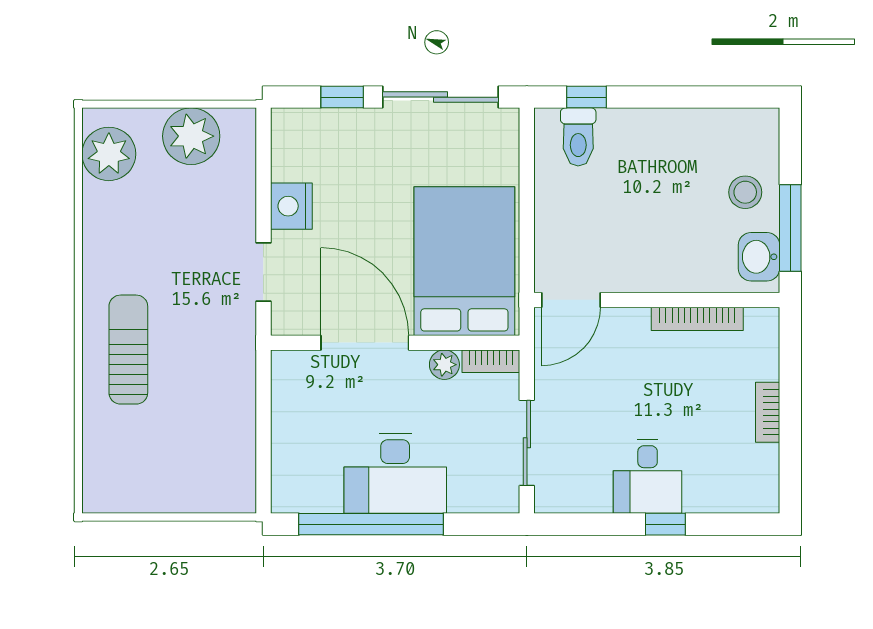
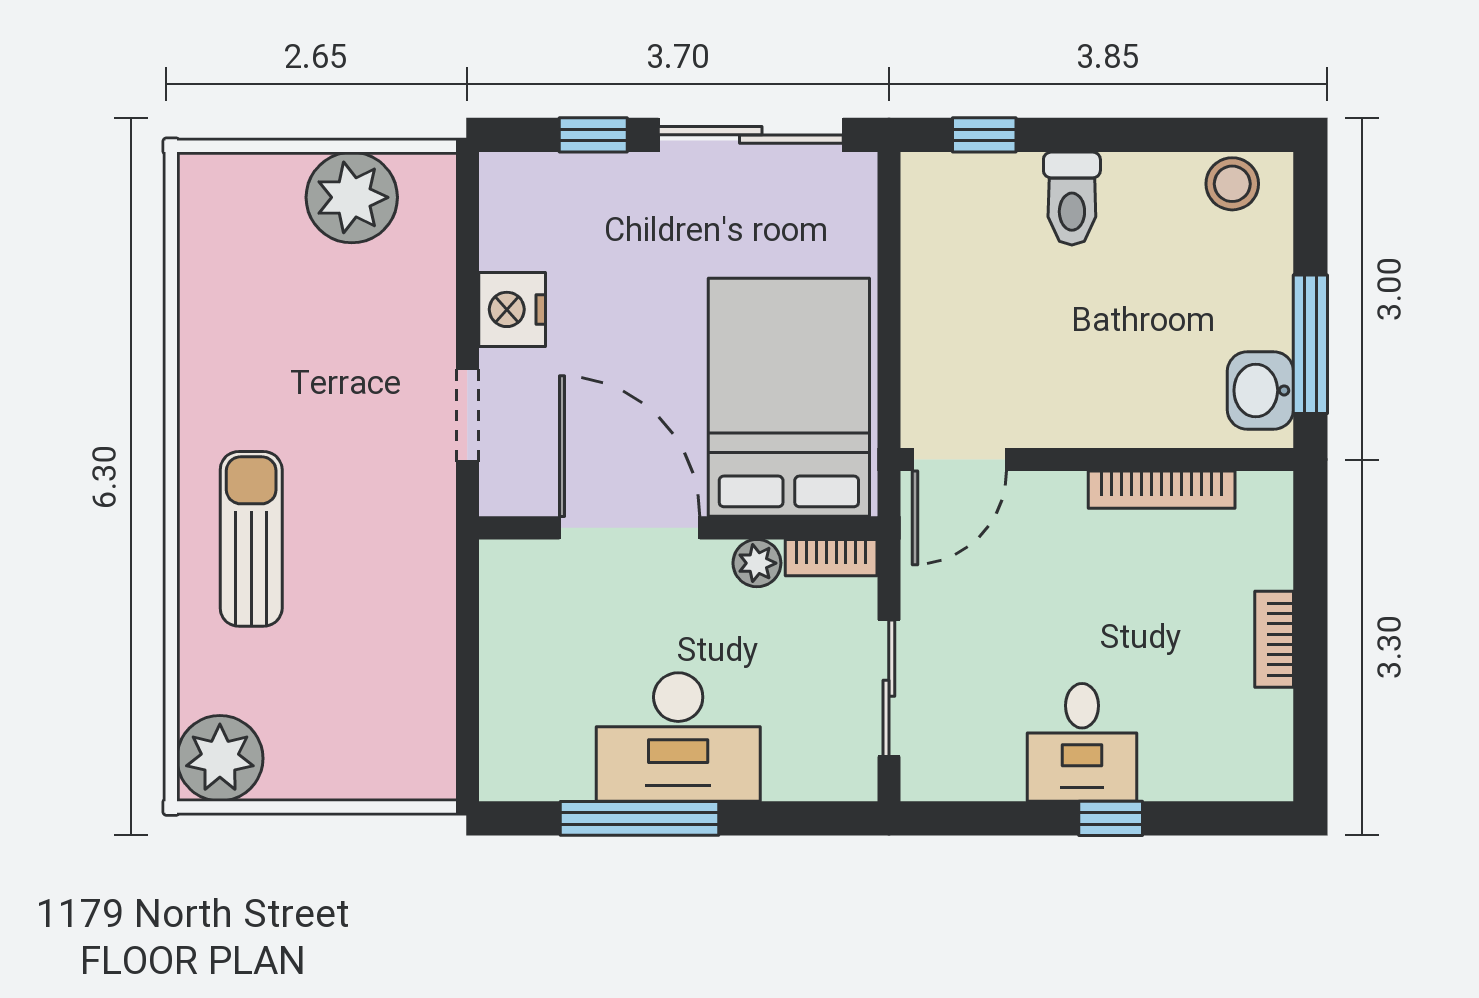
toilet: (578, 137) -> (1072, 199), moved
plant: (109, 154) -> (220, 758), moved
stool: (745, 192) -> (1232, 184), moved
window: (371, 524) -> (639, 818), width x0.68

